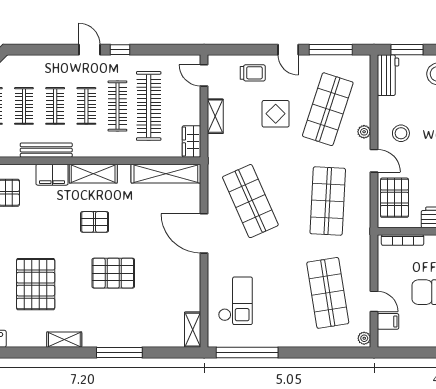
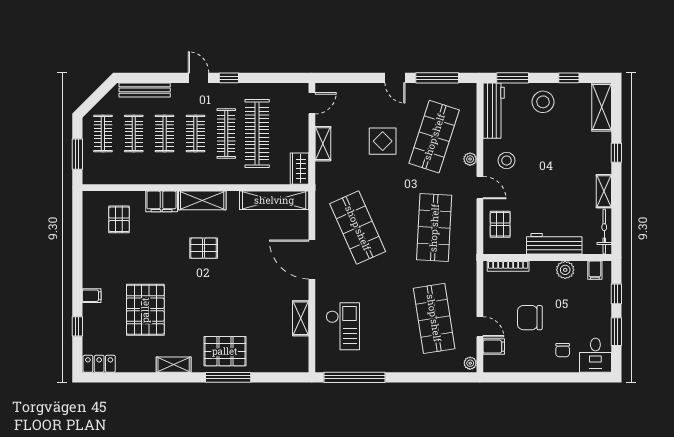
trolley: (253, 73) -> (360, 101), removed
door: (204, 75) -> (312, 103), swing flipped
workbench: (388, 75) -> (494, 111), width x1.37
bench: (46, 150) -> (145, 90), moved
pallet: (394, 198) -> (500, 224), width x0.67, depth x0.71
pallet: (113, 273) -> (225, 351), moved
shelving: (193, 330) -> (301, 318), moved

